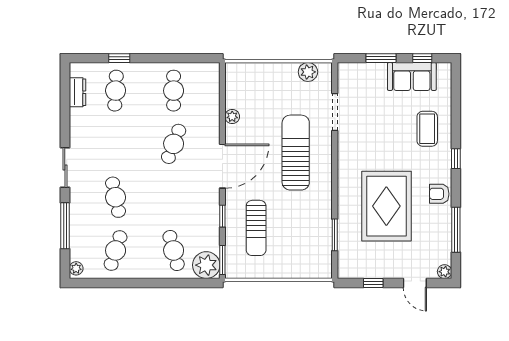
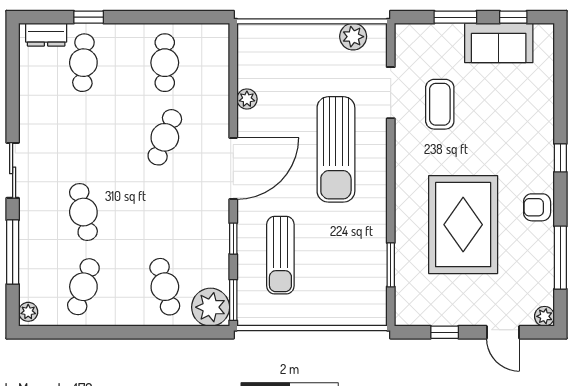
dresser: (78, 92) -> (46, 35), moved, turned 90
coffee table: (427, 129) -> (440, 104), moved
sun lounger: (296, 153) -> (336, 149), turned 180

